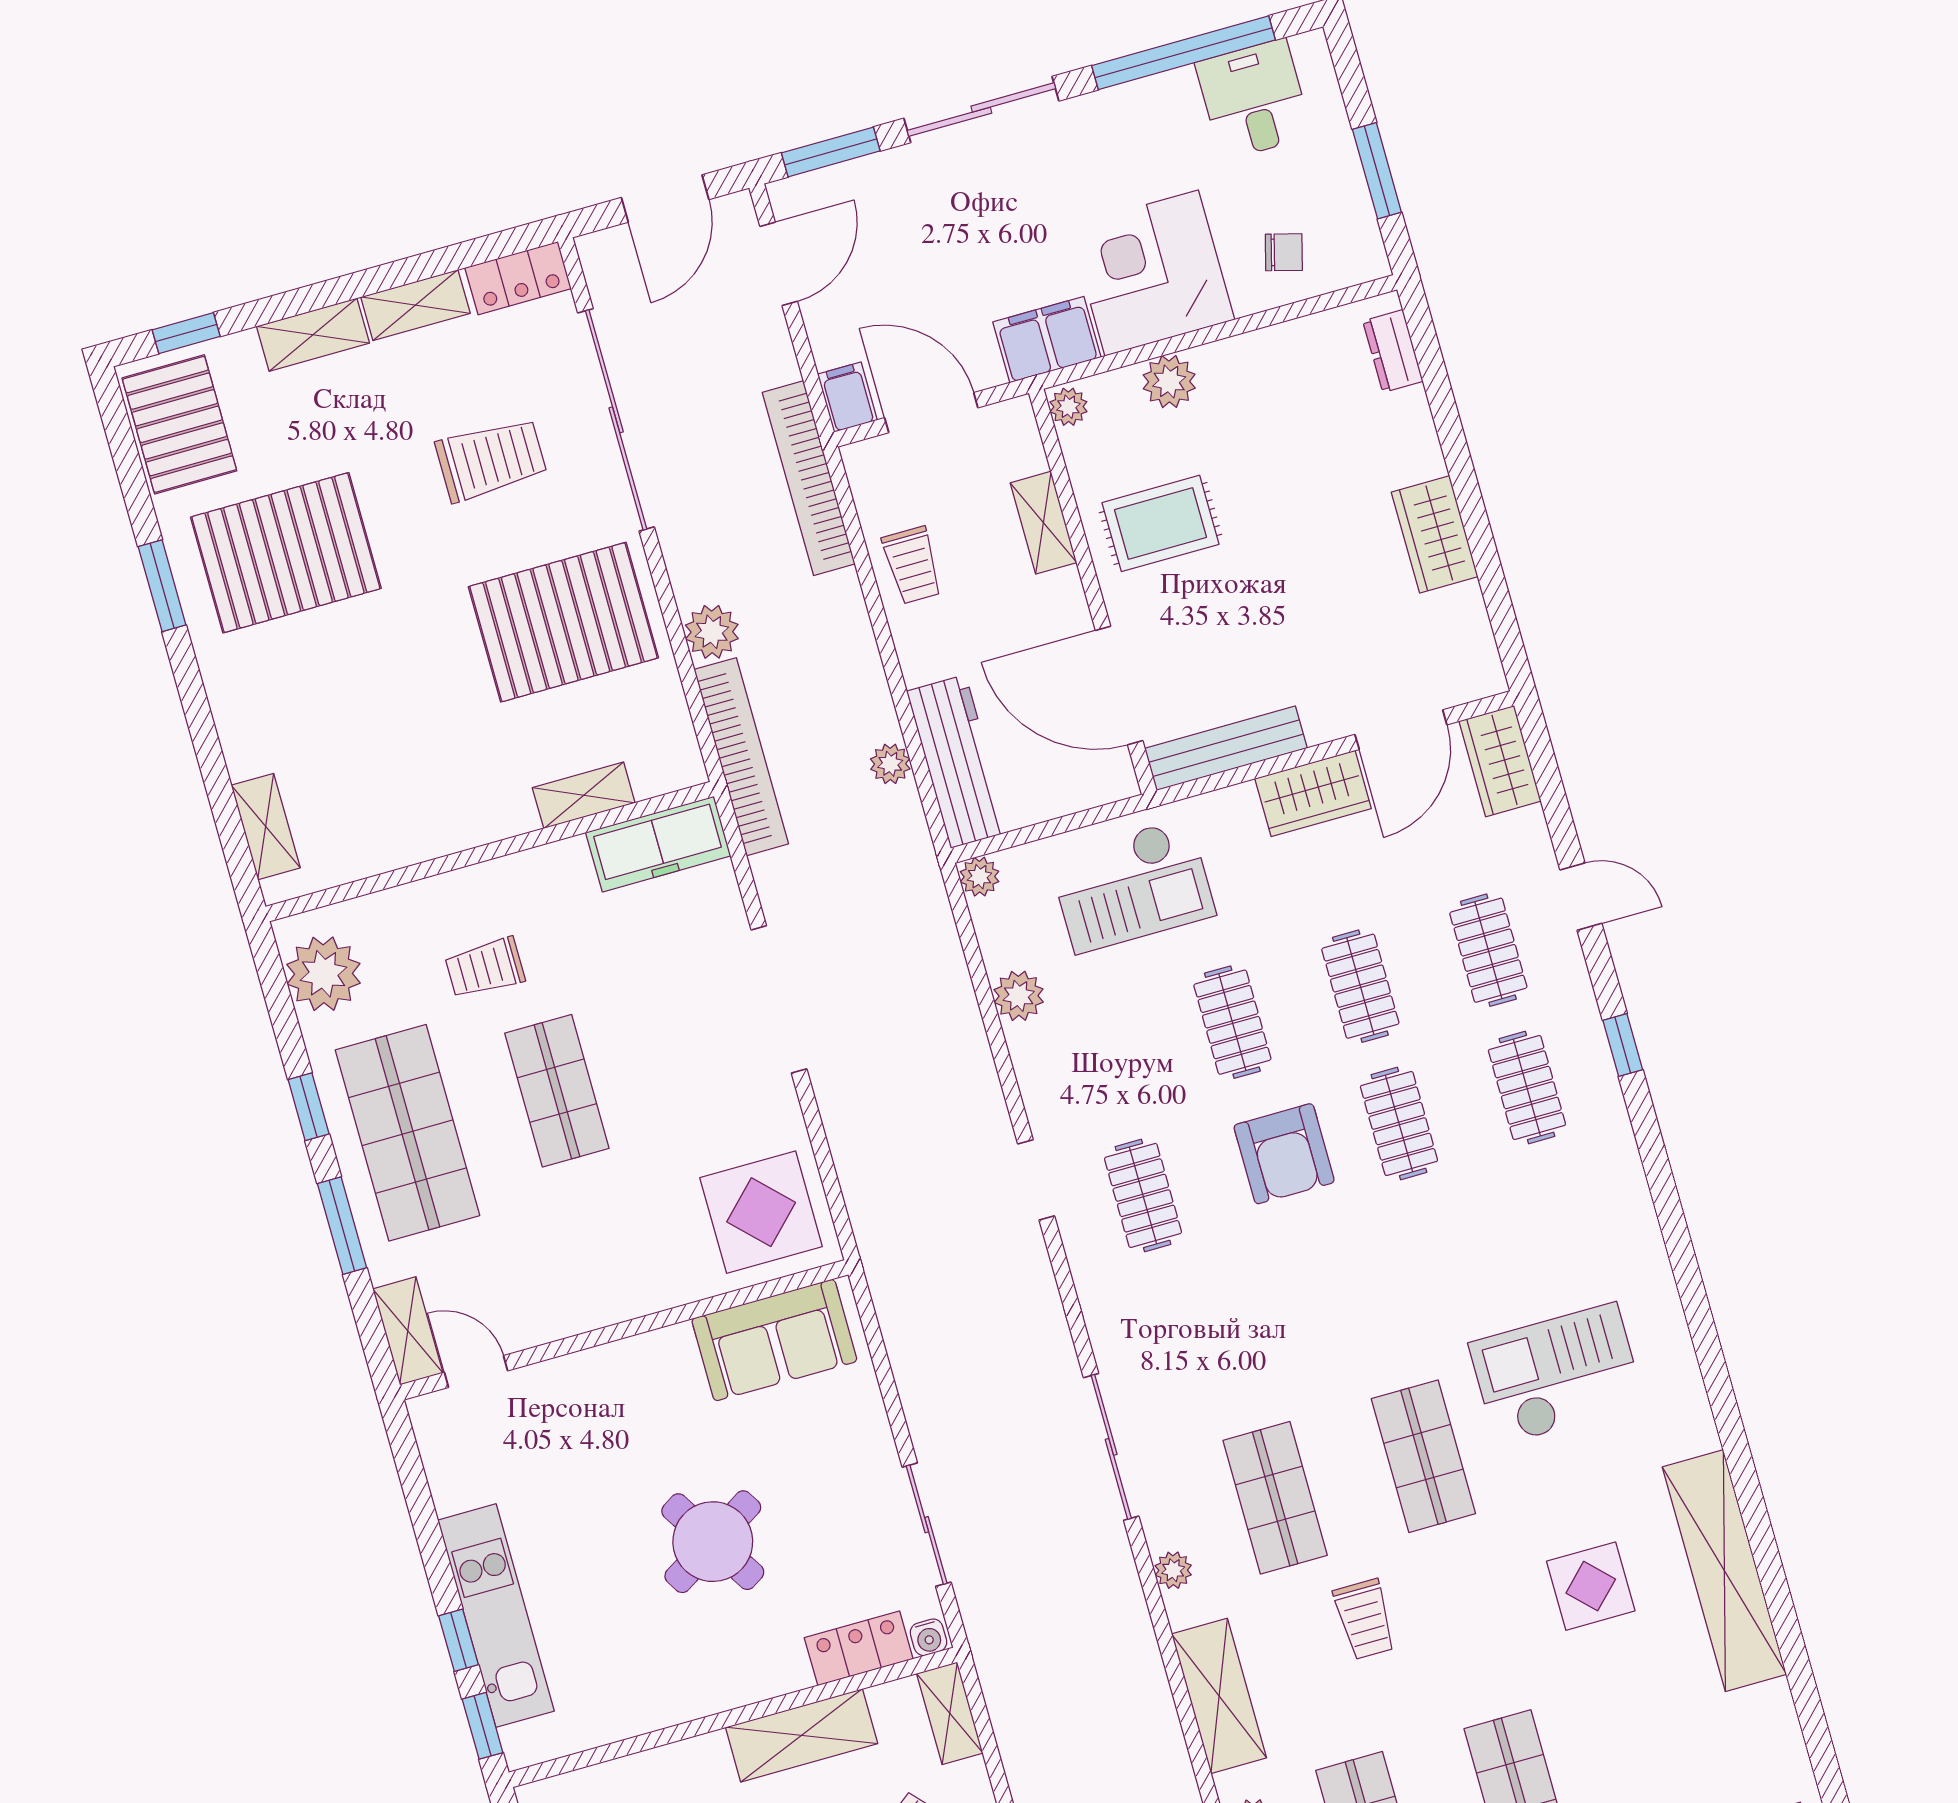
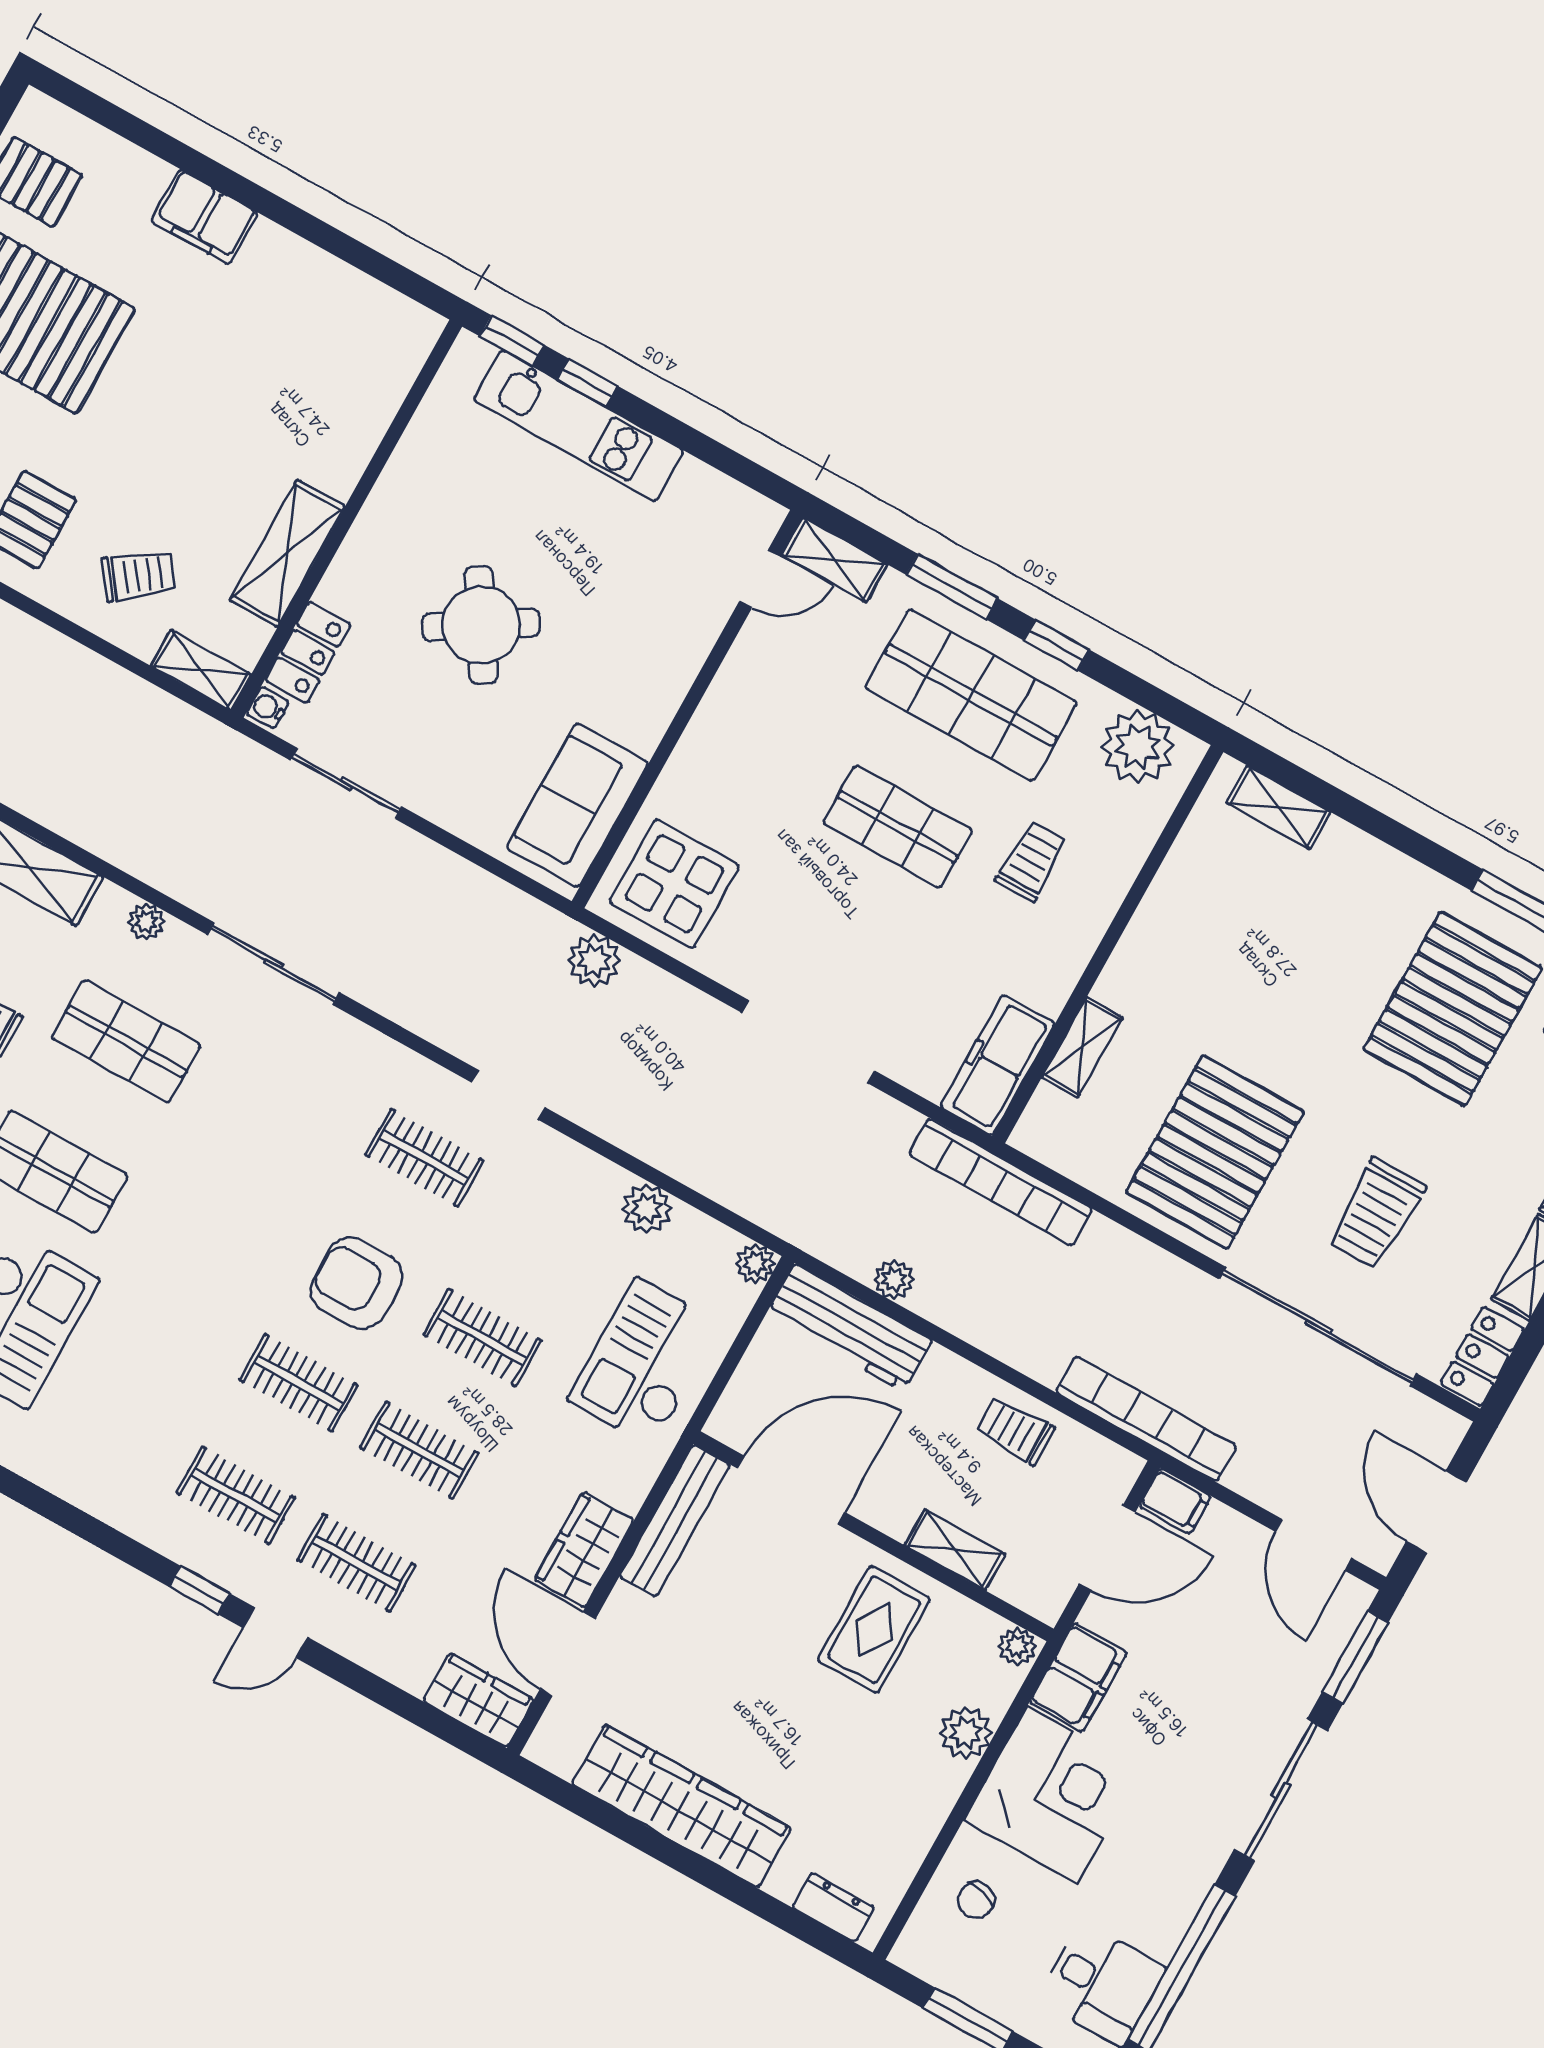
wardrobe: (1435, 534) -> (681, 1806), width x2.10, depth x1.17
plant: (712, 632) -> (594, 961), moved
door: (1581, 897) -> (275, 1633), moved

